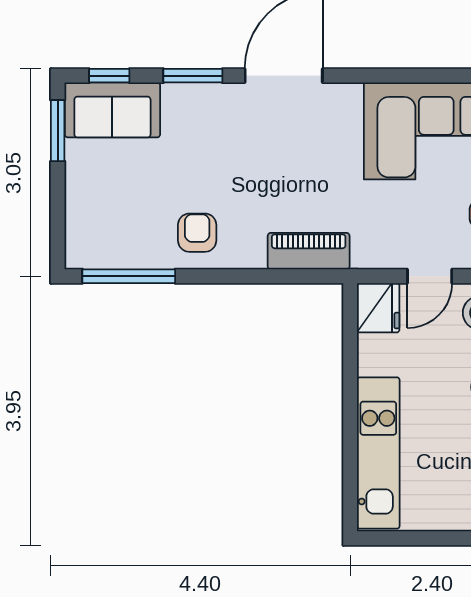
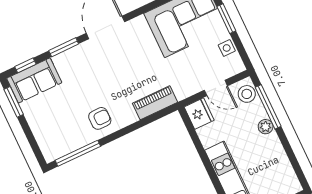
armchair: (197, 233) -> (100, 118), turned 90
door: (430, 276) -> (216, 88), hinge flipped

